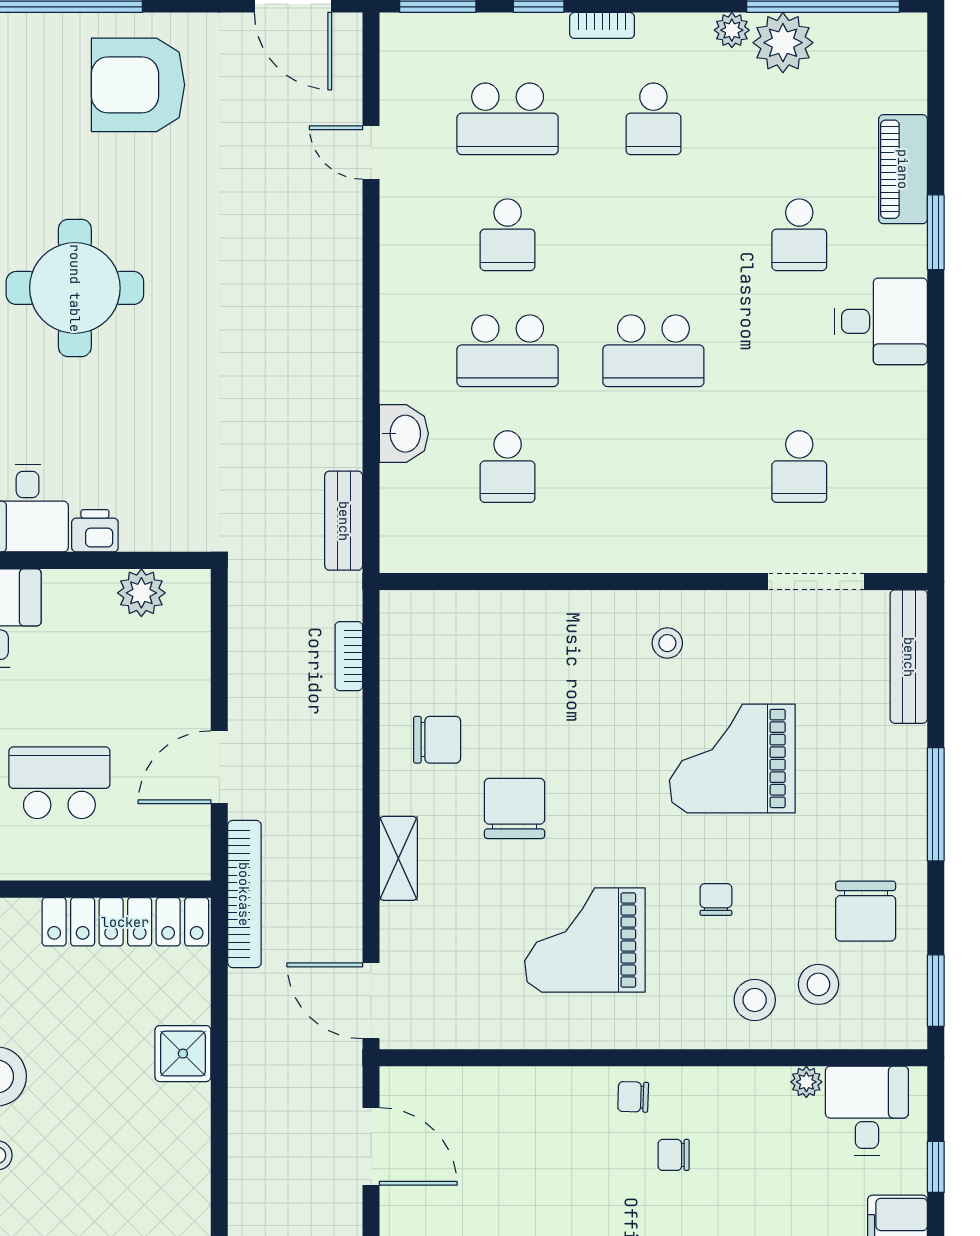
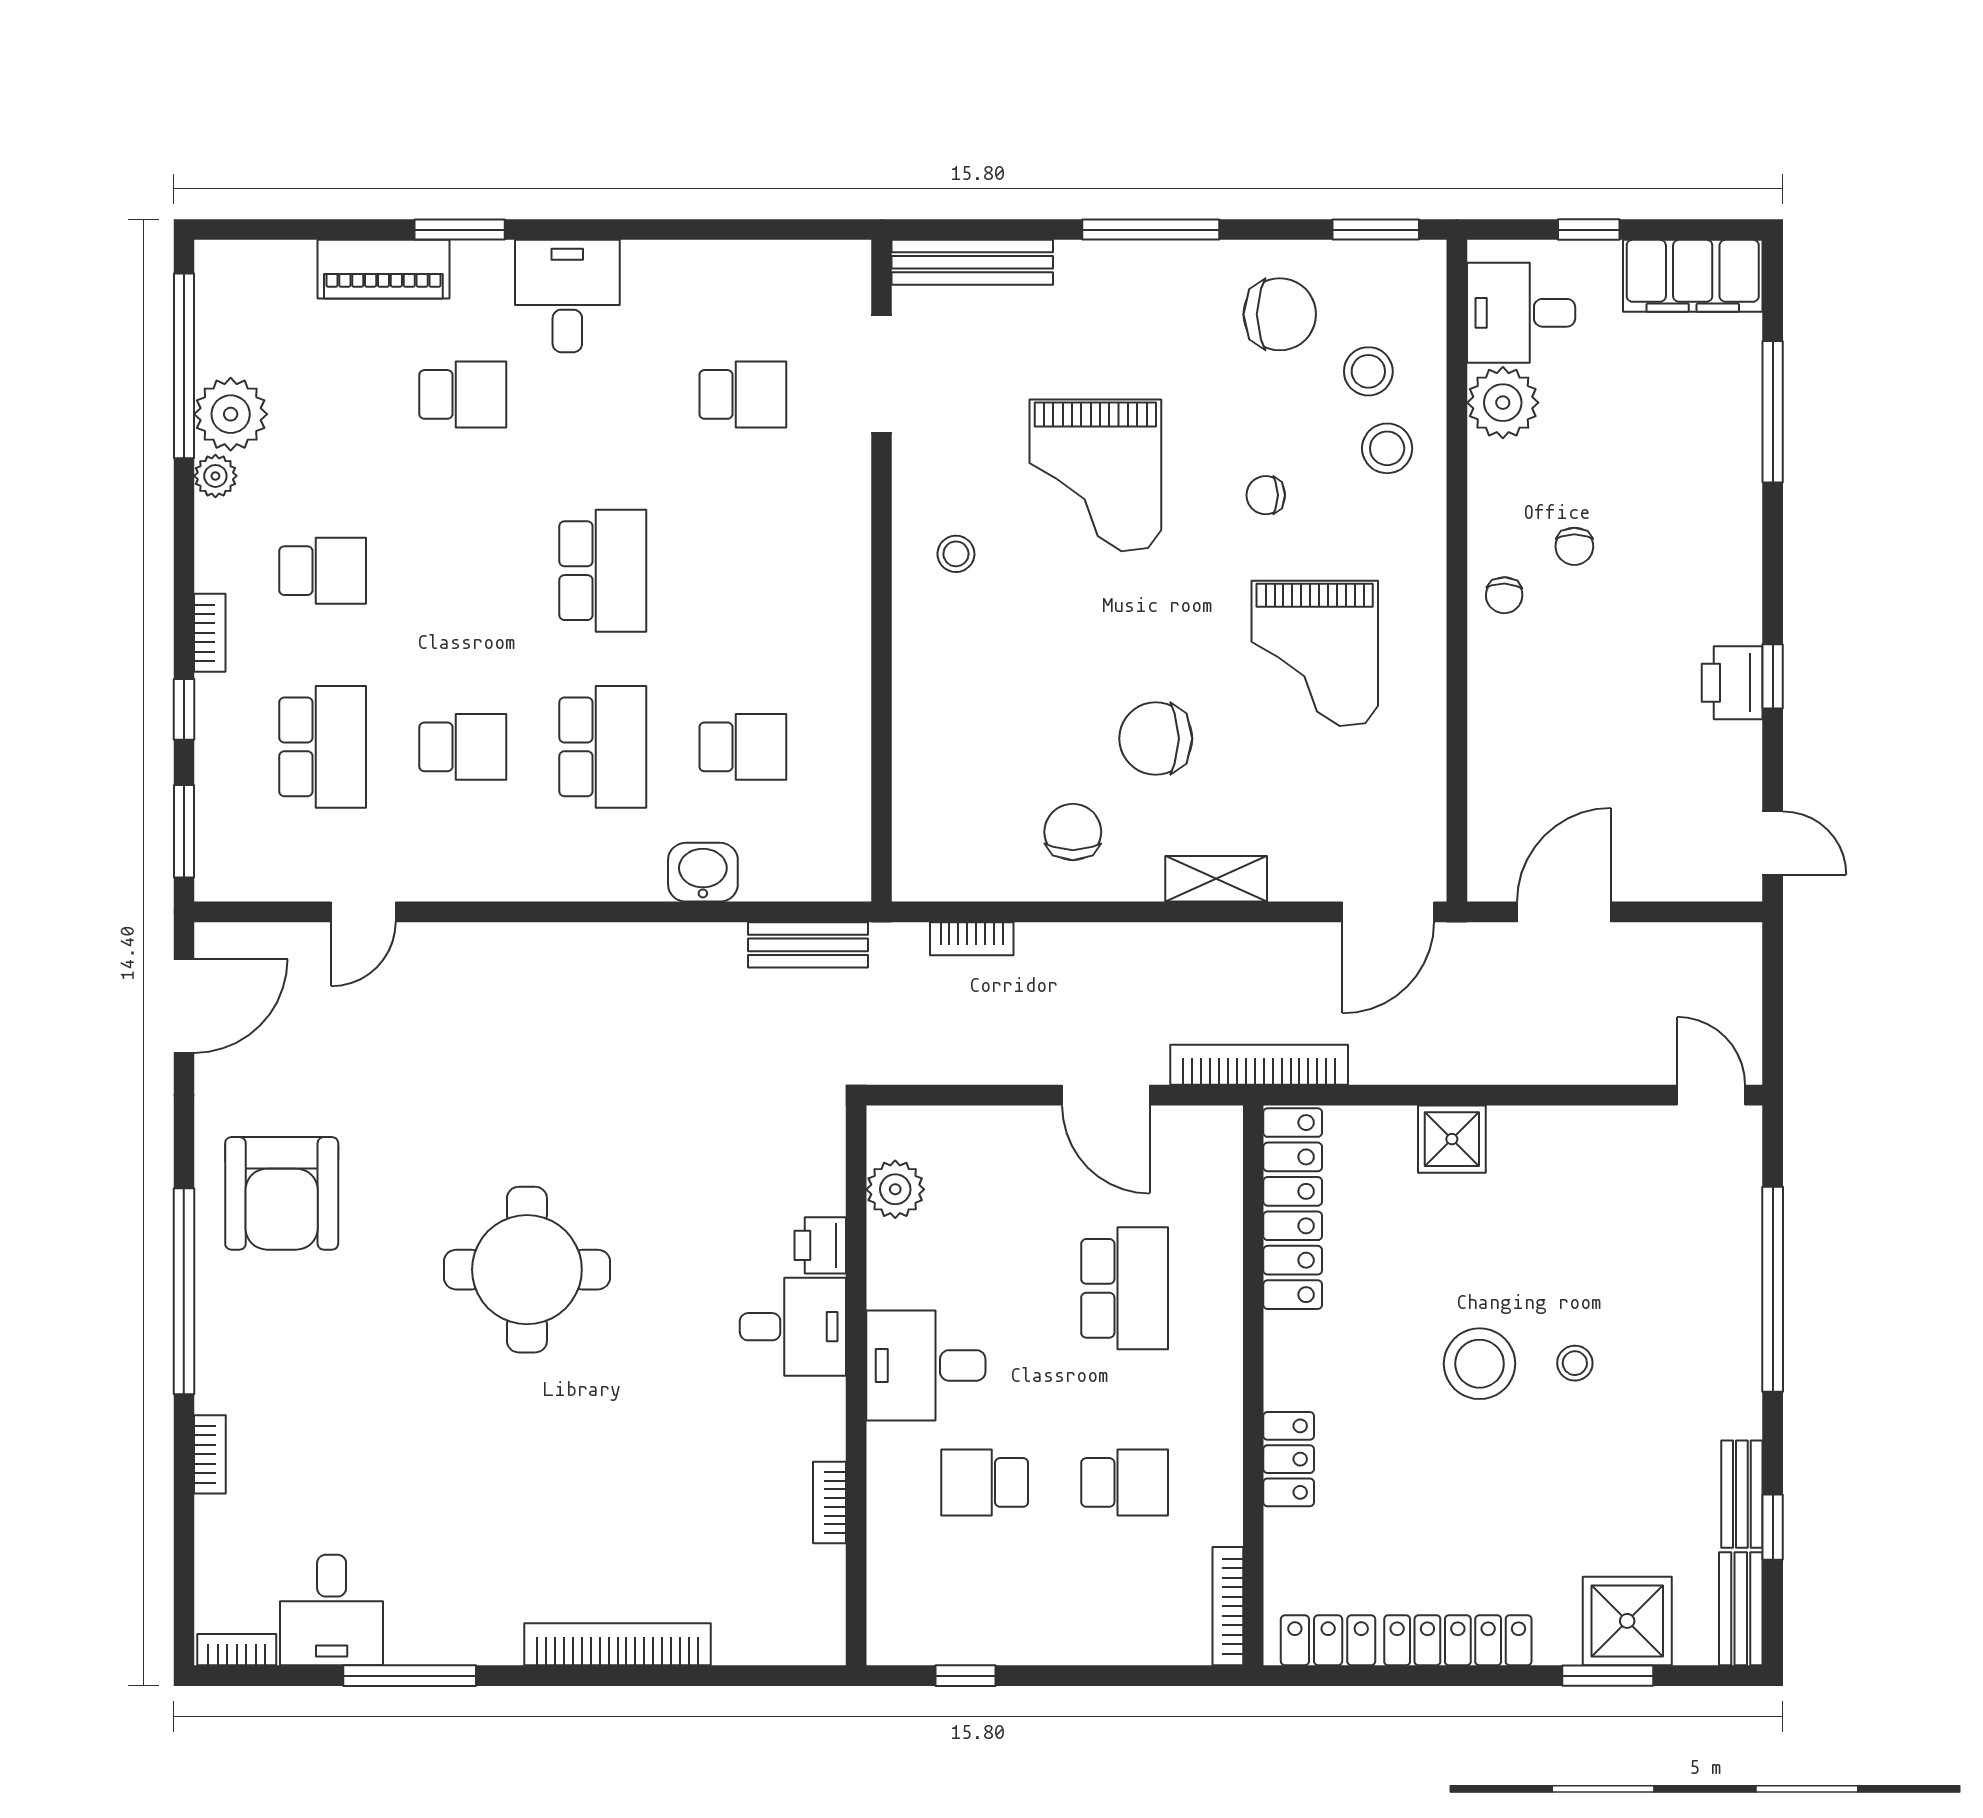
school desk: (59, 783) -> (1125, 1288), turned 180
plant: (806, 1082) -> (1503, 403), width x1.87, depth x1.87

